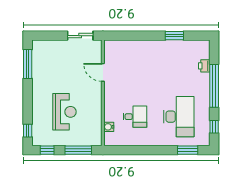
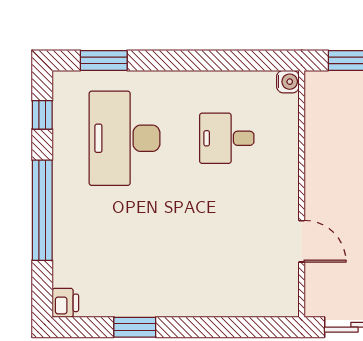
printer: (204, 66) -> (65, 303), moved
water cooler: (109, 127) -> (288, 82), moved

